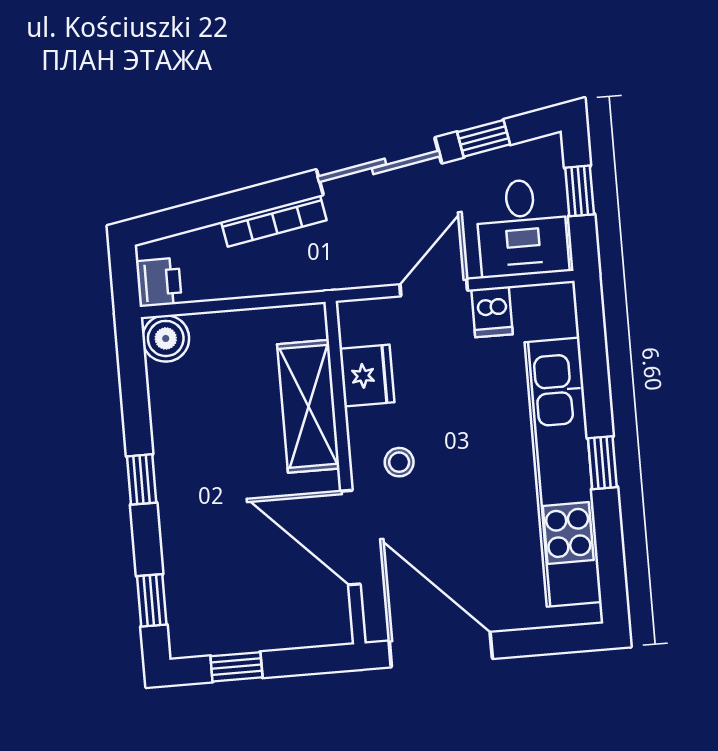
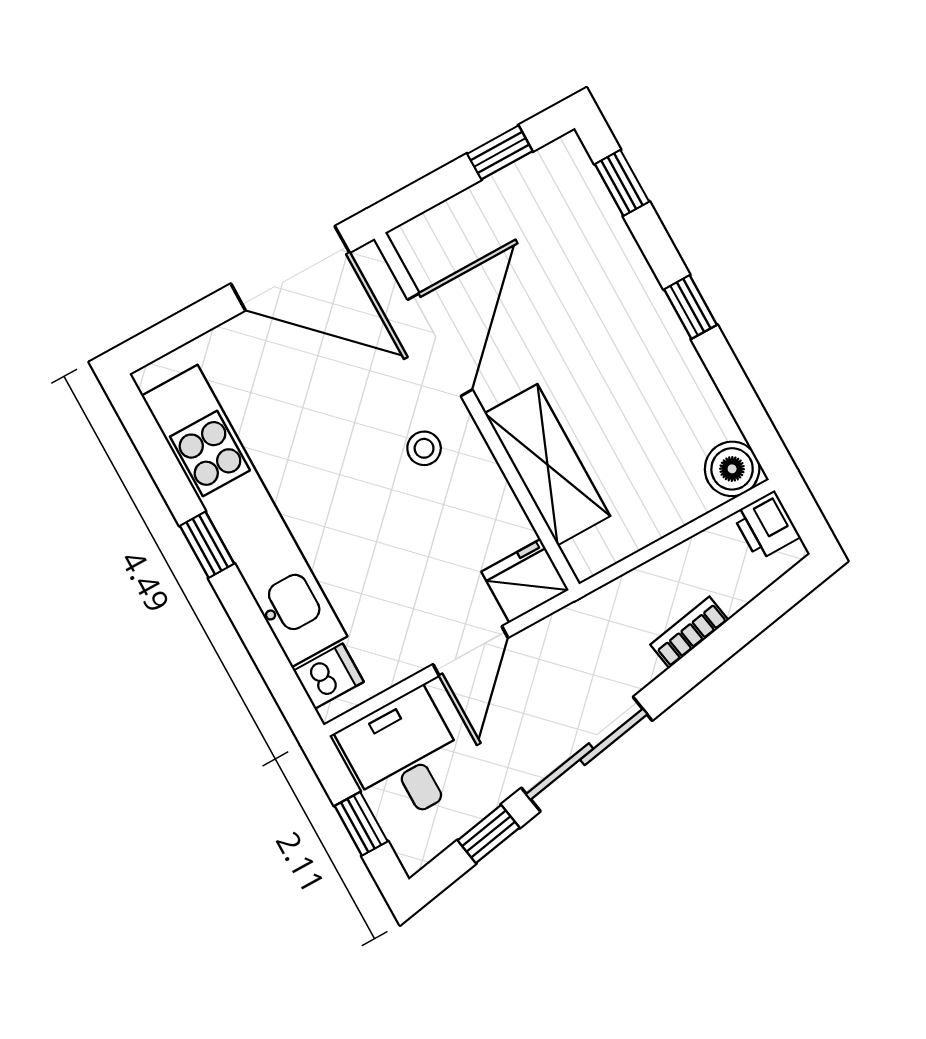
bookcase: (274, 221) -> (689, 632), width x0.64
dishwasher: (492, 312) -> (329, 676), moved, turned 90
fridge: (367, 376) -> (525, 581), moved, turned 90
door: (350, 538) -> (440, 345), hinge flipped

